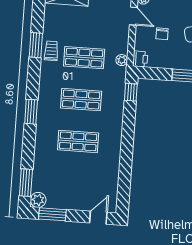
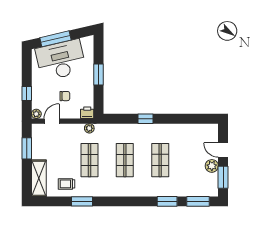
trolley: (51, 51) -> (66, 184), moved
window: (131, 92) -> (145, 119), moved
window: (31, 112) -> (167, 201), moved
plant: (38, 200) -> (212, 166), moved
door: (98, 218) -> (223, 150), moved

